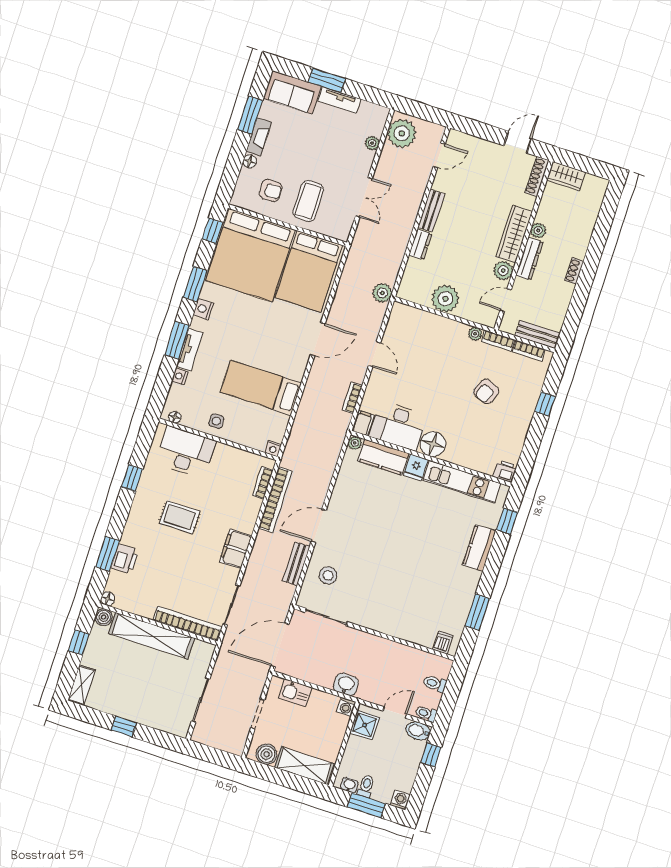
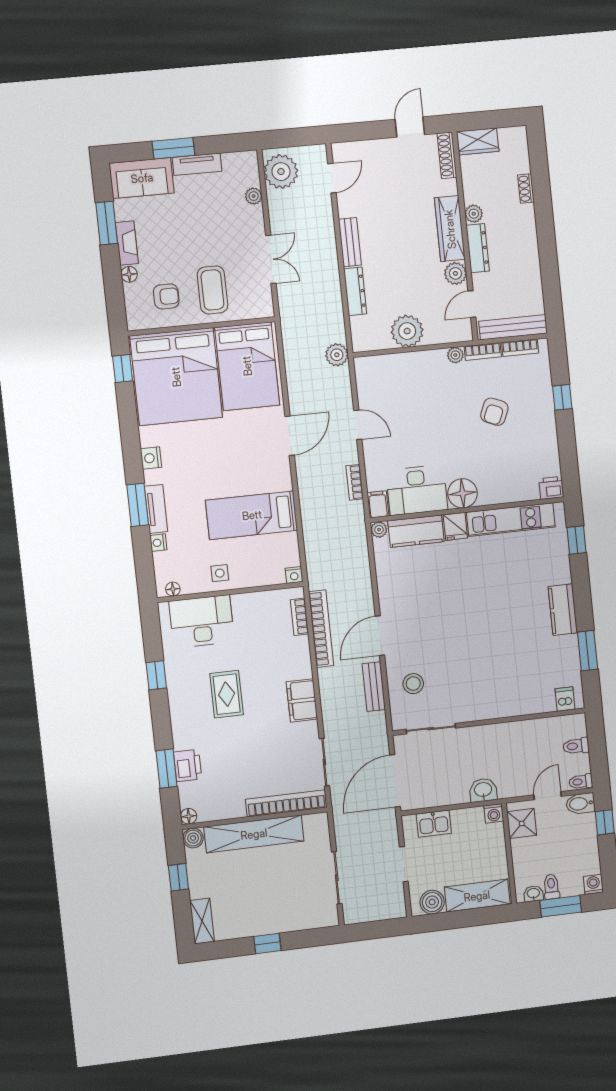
dresser: (420, 244) -> (355, 291), width x1.44
shoe rack: (574, 271) -> (526, 189), moved
window: (195, 284) -> (130, 435), removed
bench: (538, 335) -> (513, 327), width x1.36
rug: (180, 517) -> (227, 694), turned 90
kitchen counter: (479, 548) -> (563, 610), moved

